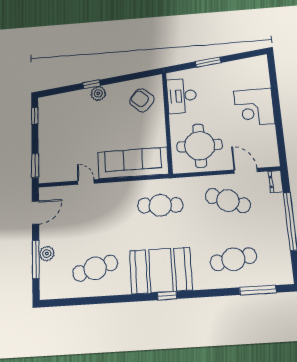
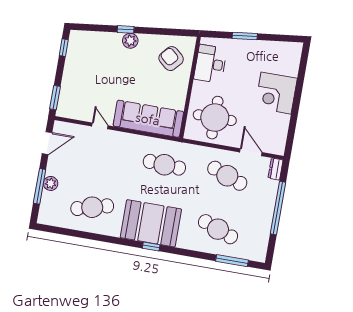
cafe table: (233, 259) -> (218, 229), turned 30

